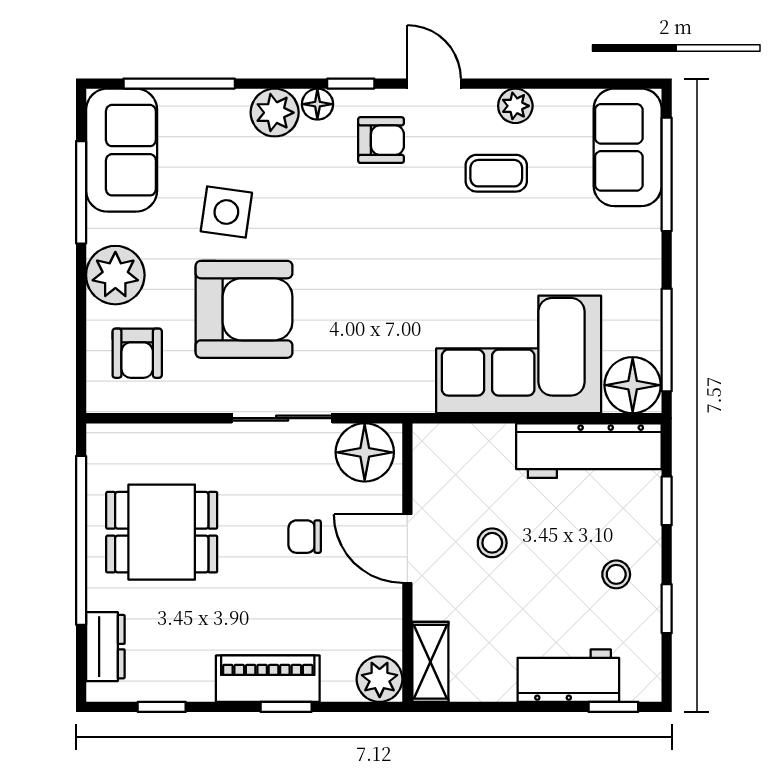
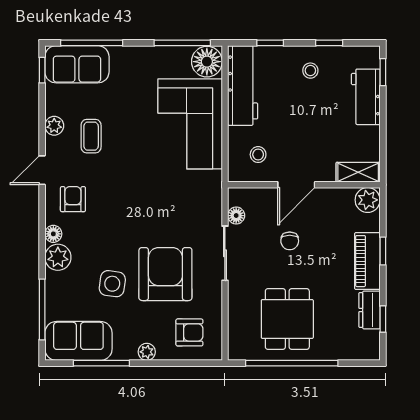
window: (351, 84) -> (42, 70), moved
plant: (115, 275) -> (147, 352), width x0.53, depth x0.53
floor lamp: (365, 452) -> (236, 216), width x0.53, depth x0.53
stool: (492, 543) -> (258, 155), moved
dresser: (105, 647) -> (369, 310), moved, turned -90

